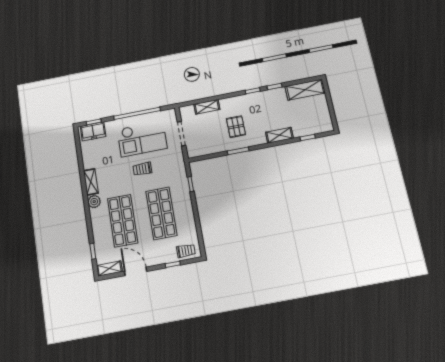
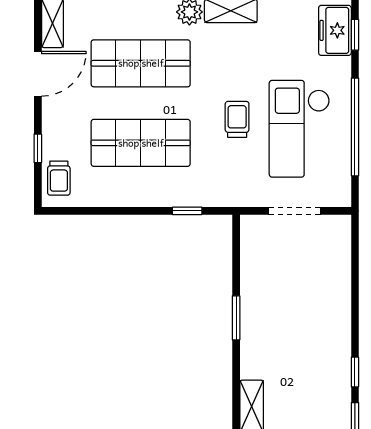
shelving: (207, 107) -> (340, 273), removed
pallet: (236, 127) -> (286, 323), removed

